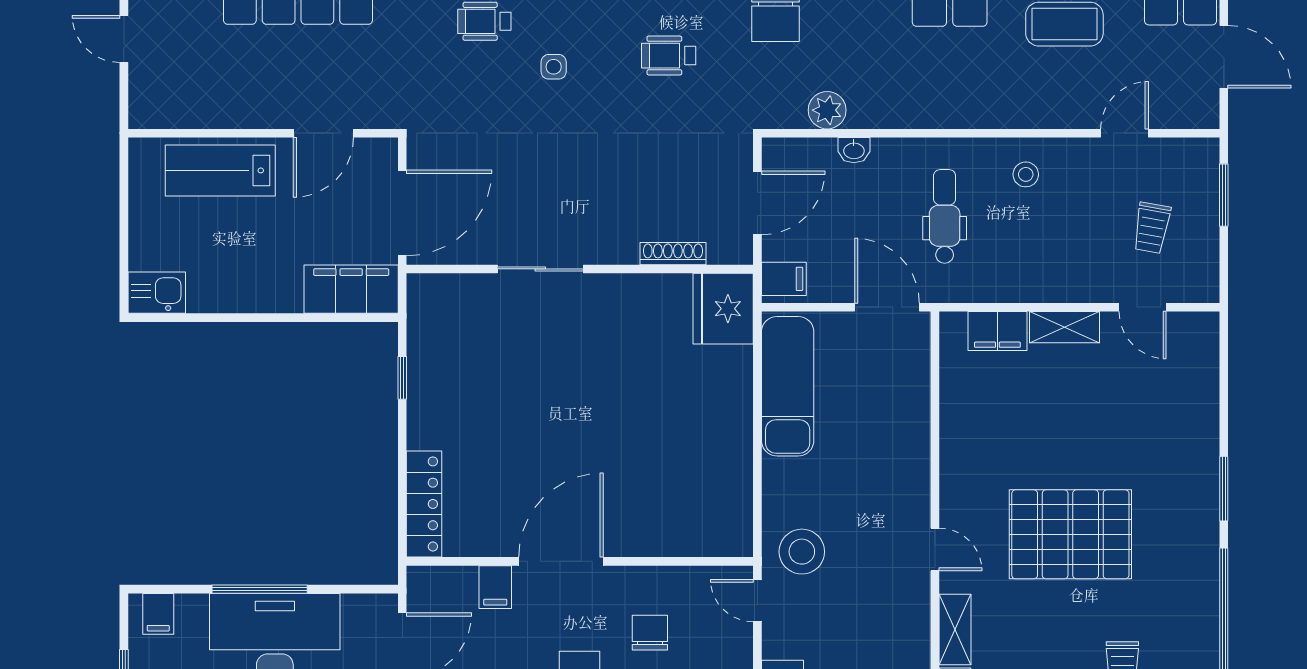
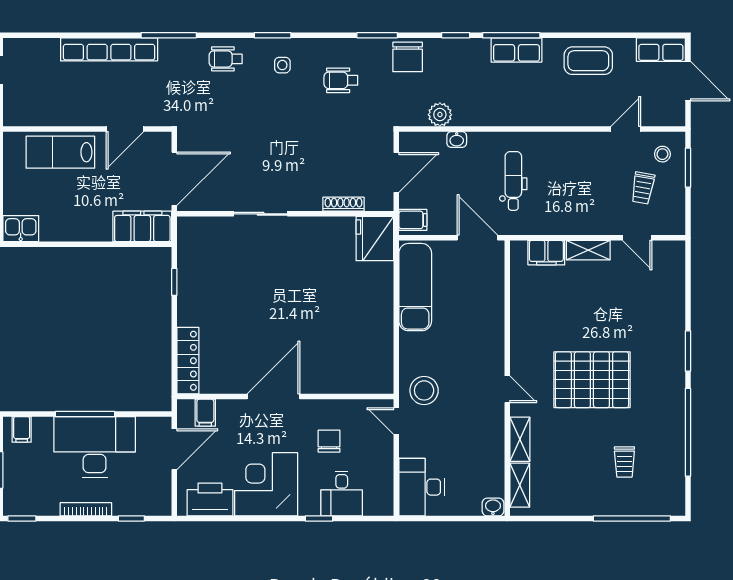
side table: (554, 67) -> (282, 65), moved
stool: (1026, 174) -> (662, 154), moved
filing cabinet: (495, 587) -> (205, 413), moved

